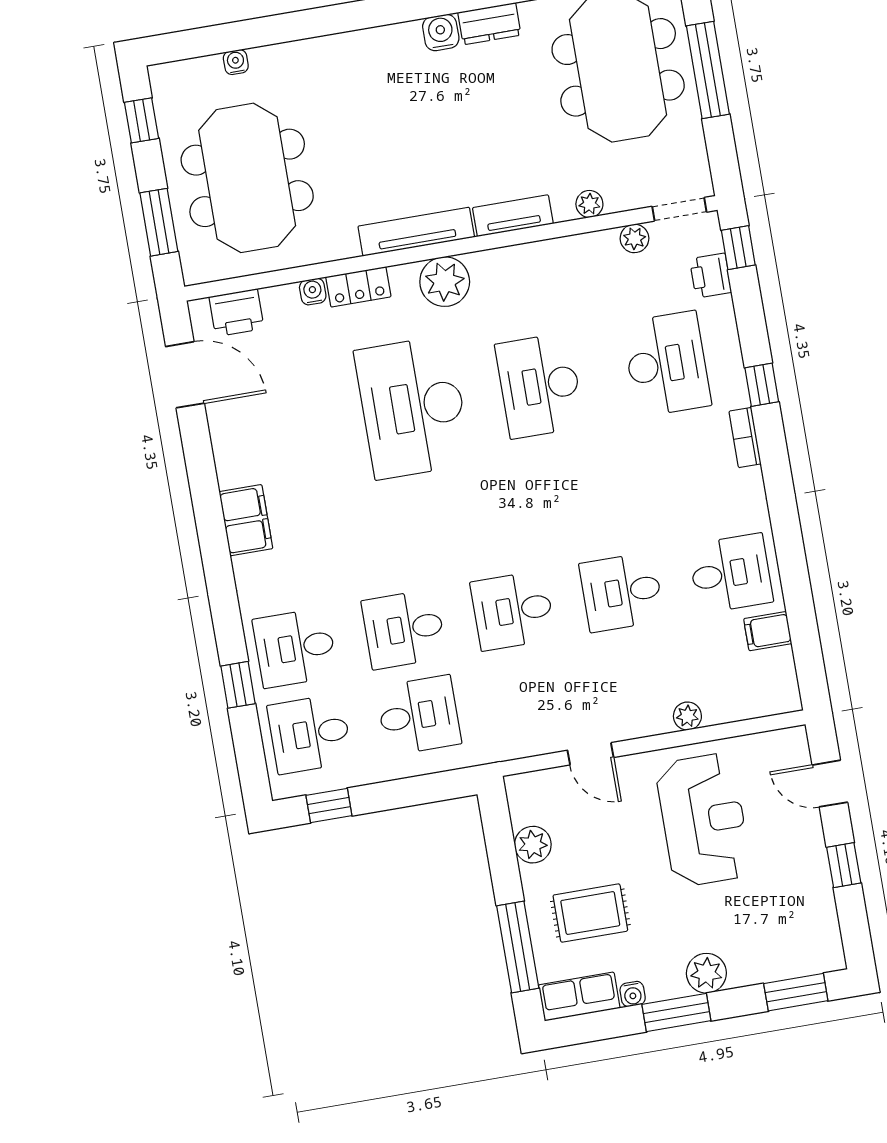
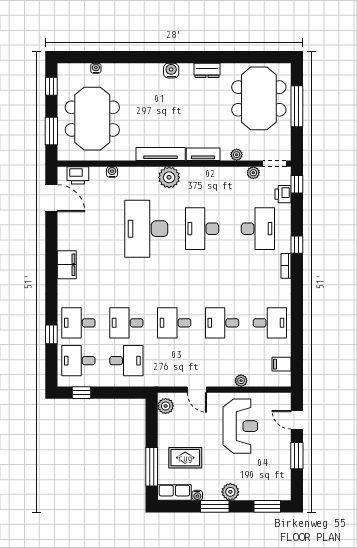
water cooler: (441, 33) -> (171, 71), moved
locker: (358, 287) -> (132, 173), removed
filing cabinet: (768, 631) -> (282, 364), moved
plant: (533, 845) -> (166, 406), moved
window: (844, 865) -> (297, 456), width x1.50

